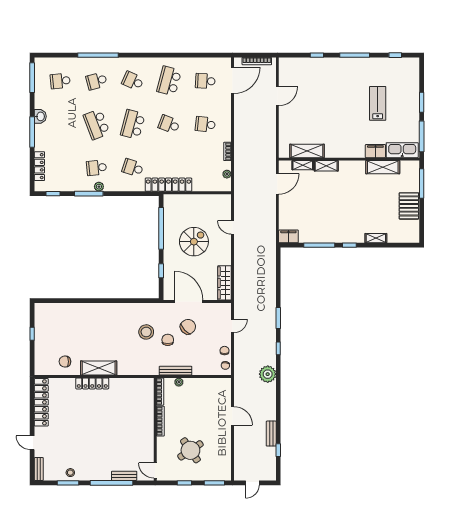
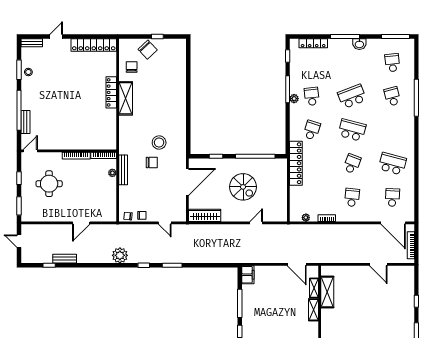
school desk: (133, 81) -> (392, 130), removed
chair: (188, 327) -> (148, 50), moved
round table: (190, 450) -> (49, 184), turned 34

